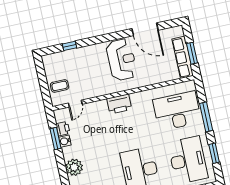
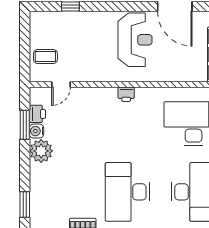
printer: (119, 104) -> (126, 94), width x0.53, depth x0.68
plant: (74, 167) -> (41, 151), moved

